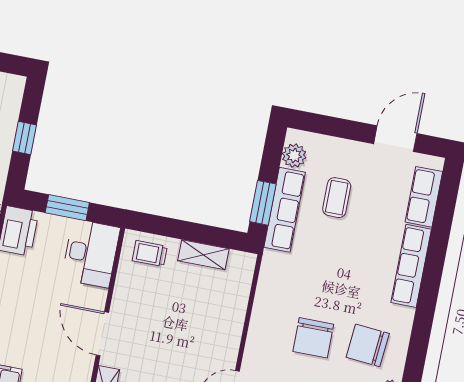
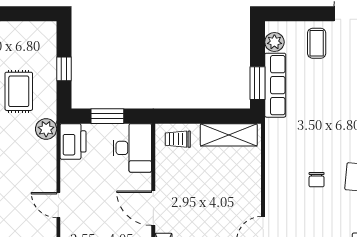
coffee table: (337, 198) -> (317, 43), moved
shelving: (203, 255) -> (229, 135), width x1.50, depth x1.33
chair: (313, 338) -> (317, 180), width x0.54, depth x0.54

